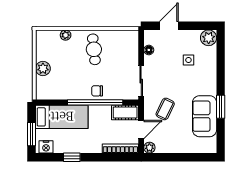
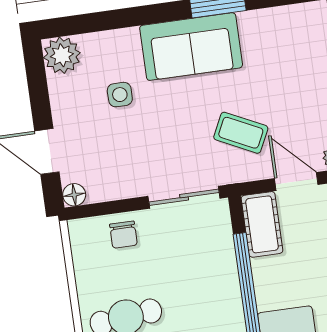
floor lamp: (149, 50) -> (74, 195), moved
chair: (97, 91) -> (123, 235), moved
sofa: (205, 116) -> (191, 47), moved

